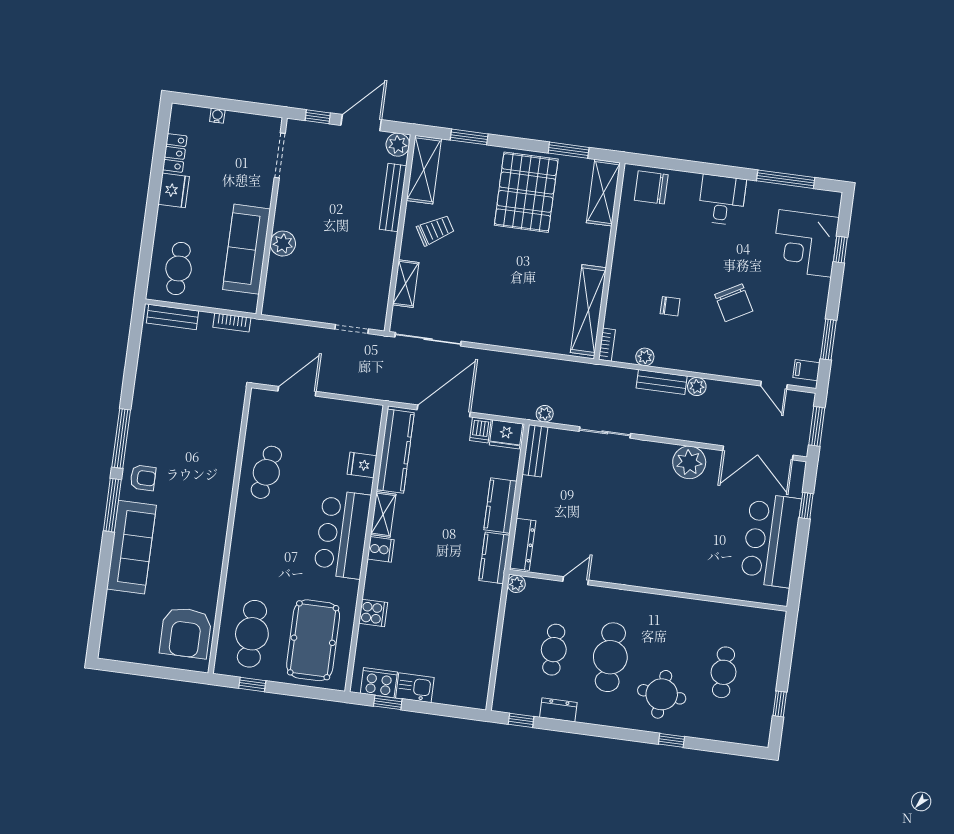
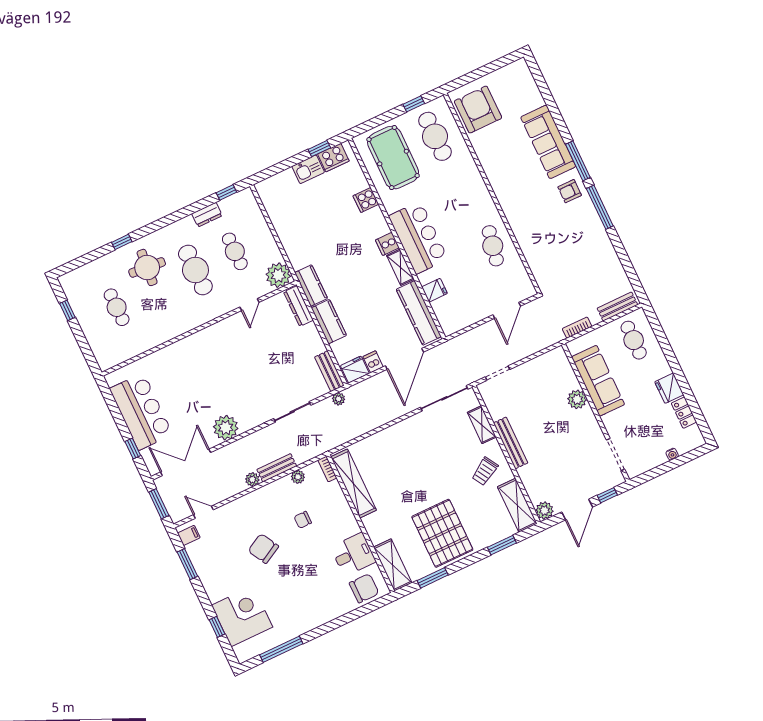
bench: (393, 197) -> (511, 443), moved
desk: (722, 200) -> (353, 554), moved, turned -90
plant: (516, 584) -> (278, 275), width x1.88, depth x1.88

